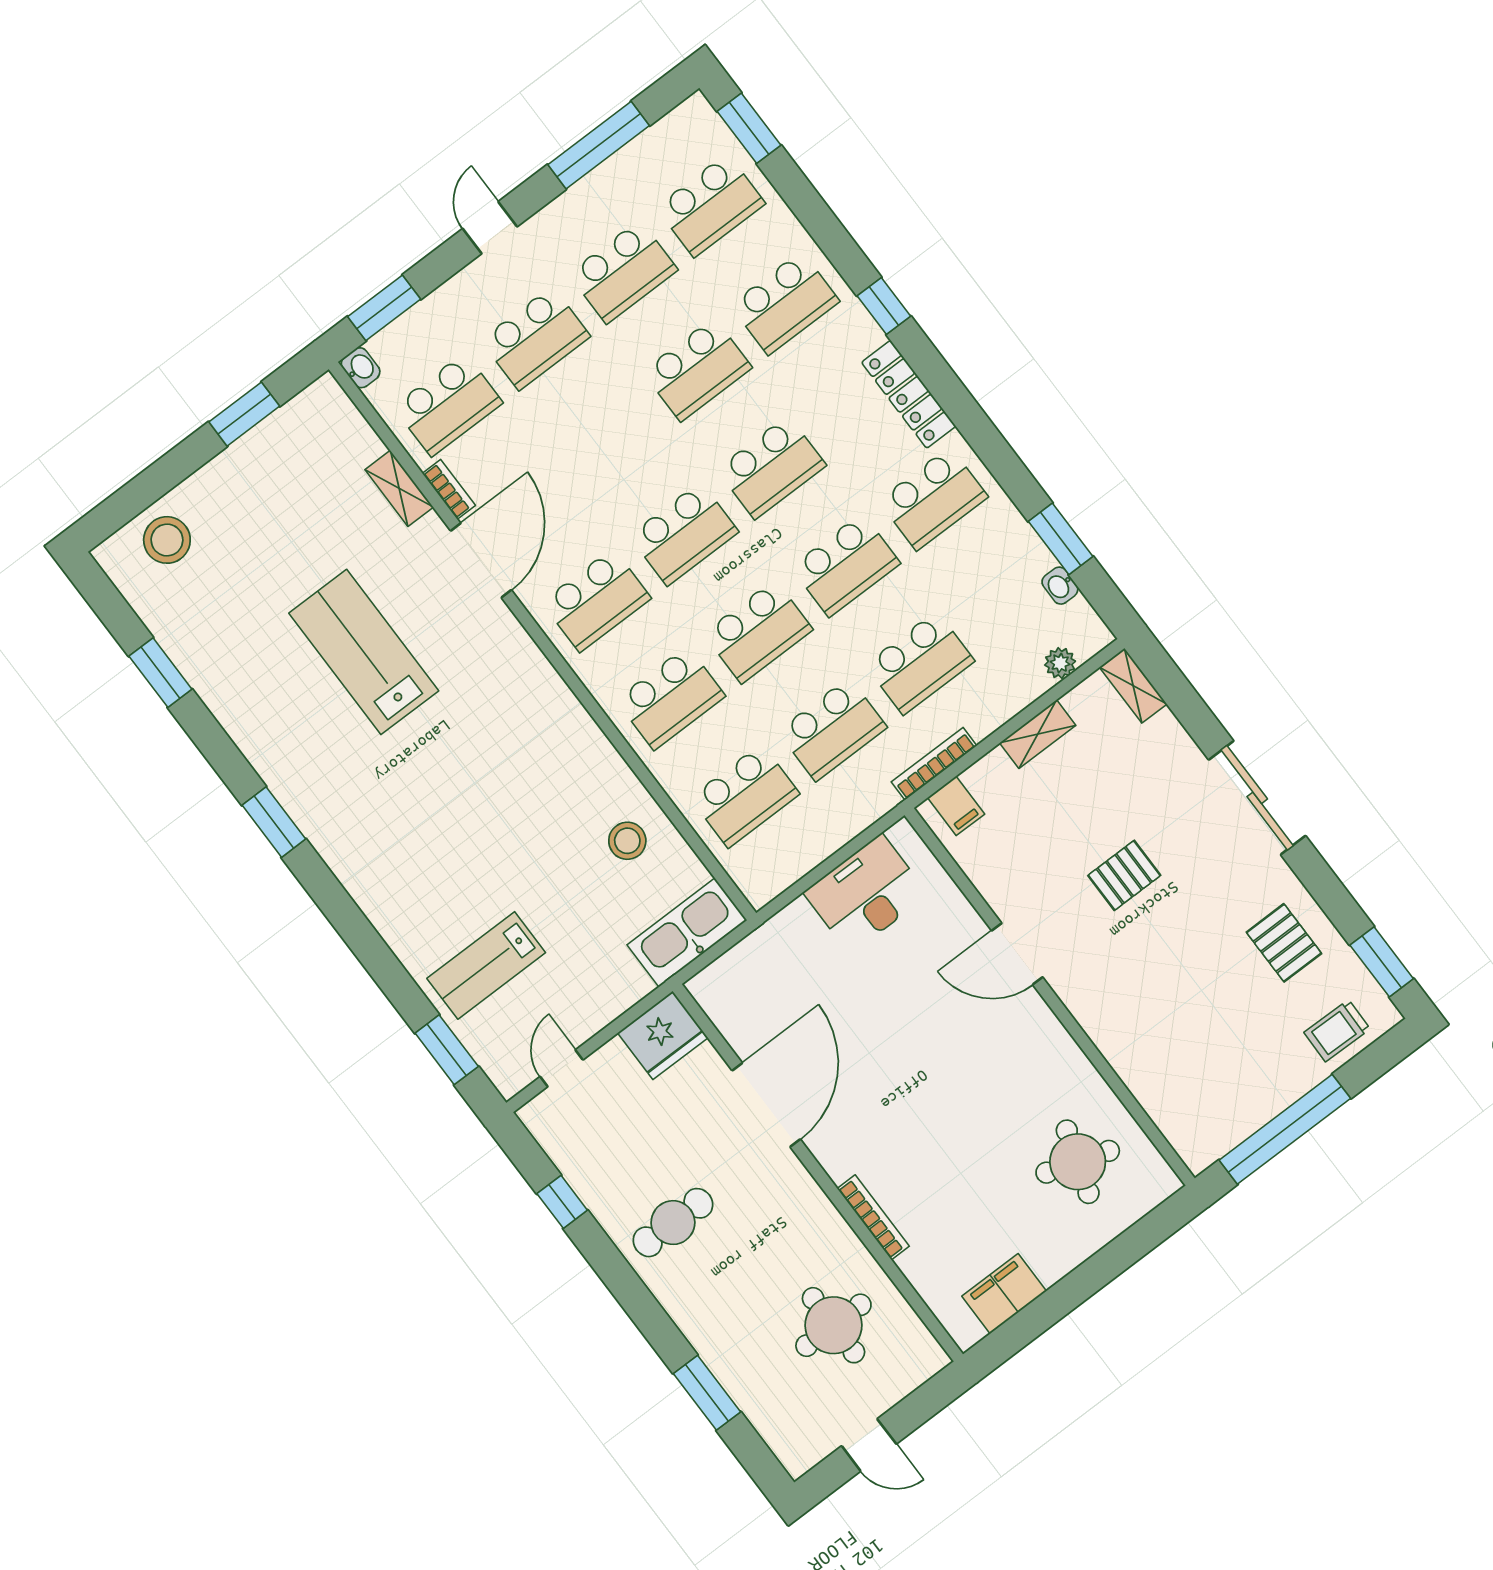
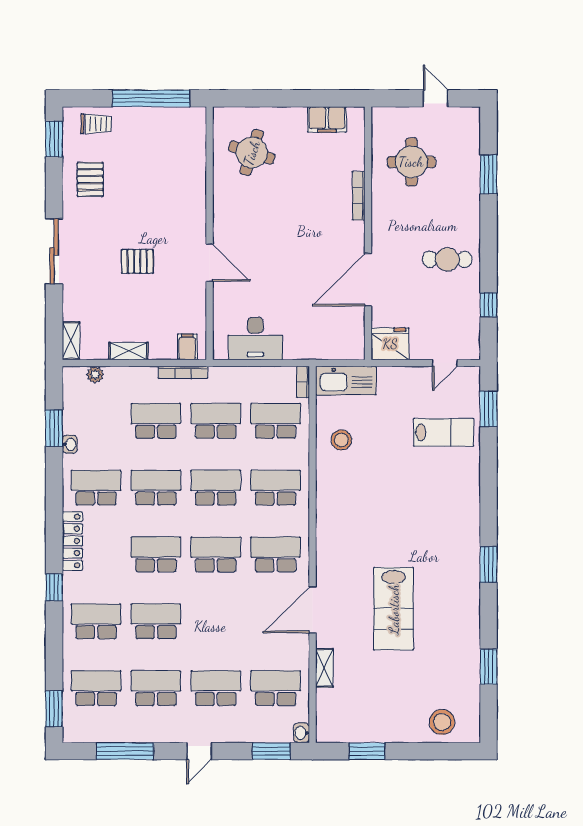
bookcase: (449, 489) -> (303, 382), moved
washbasin: (1060, 586) -> (70, 444), moved

